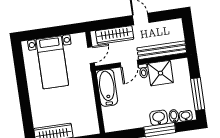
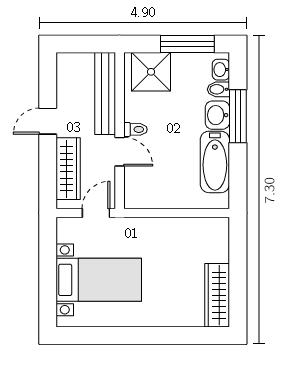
door: (91, 55) -> (96, 213), hinge flipped
shower: (160, 73) -> (151, 72), moved
bathtub: (107, 88) -> (215, 162), moved, turned -90

